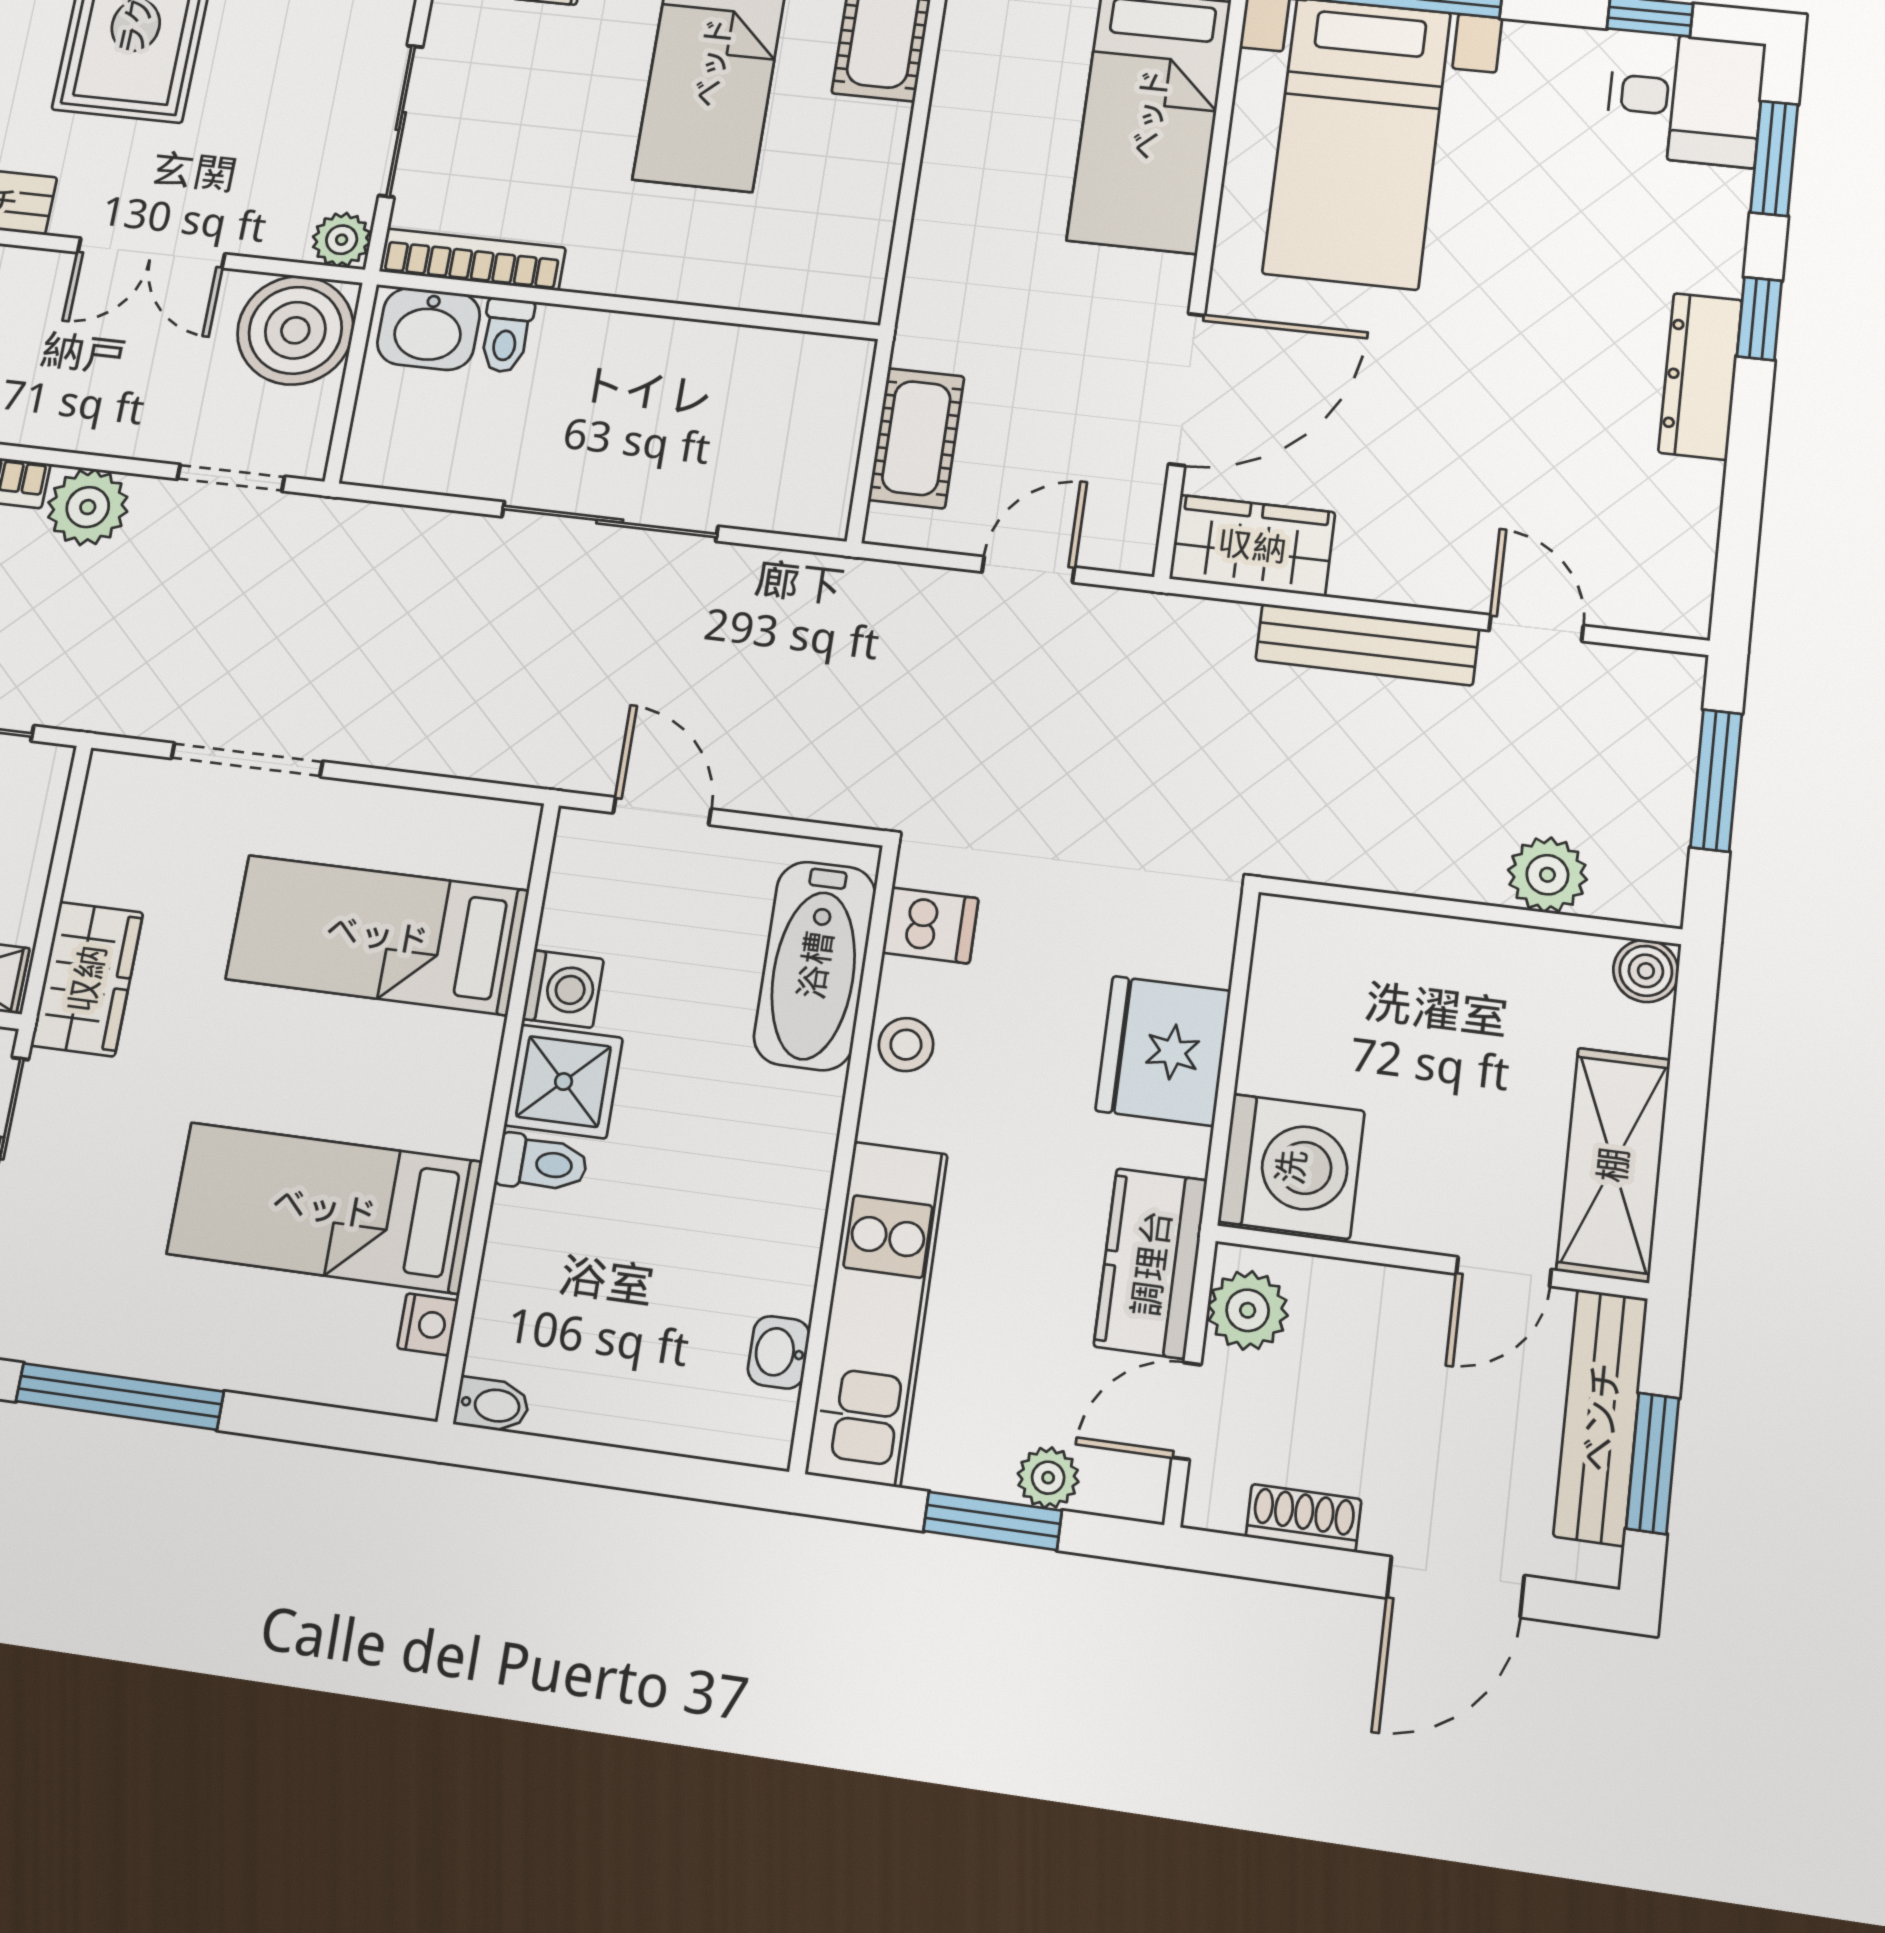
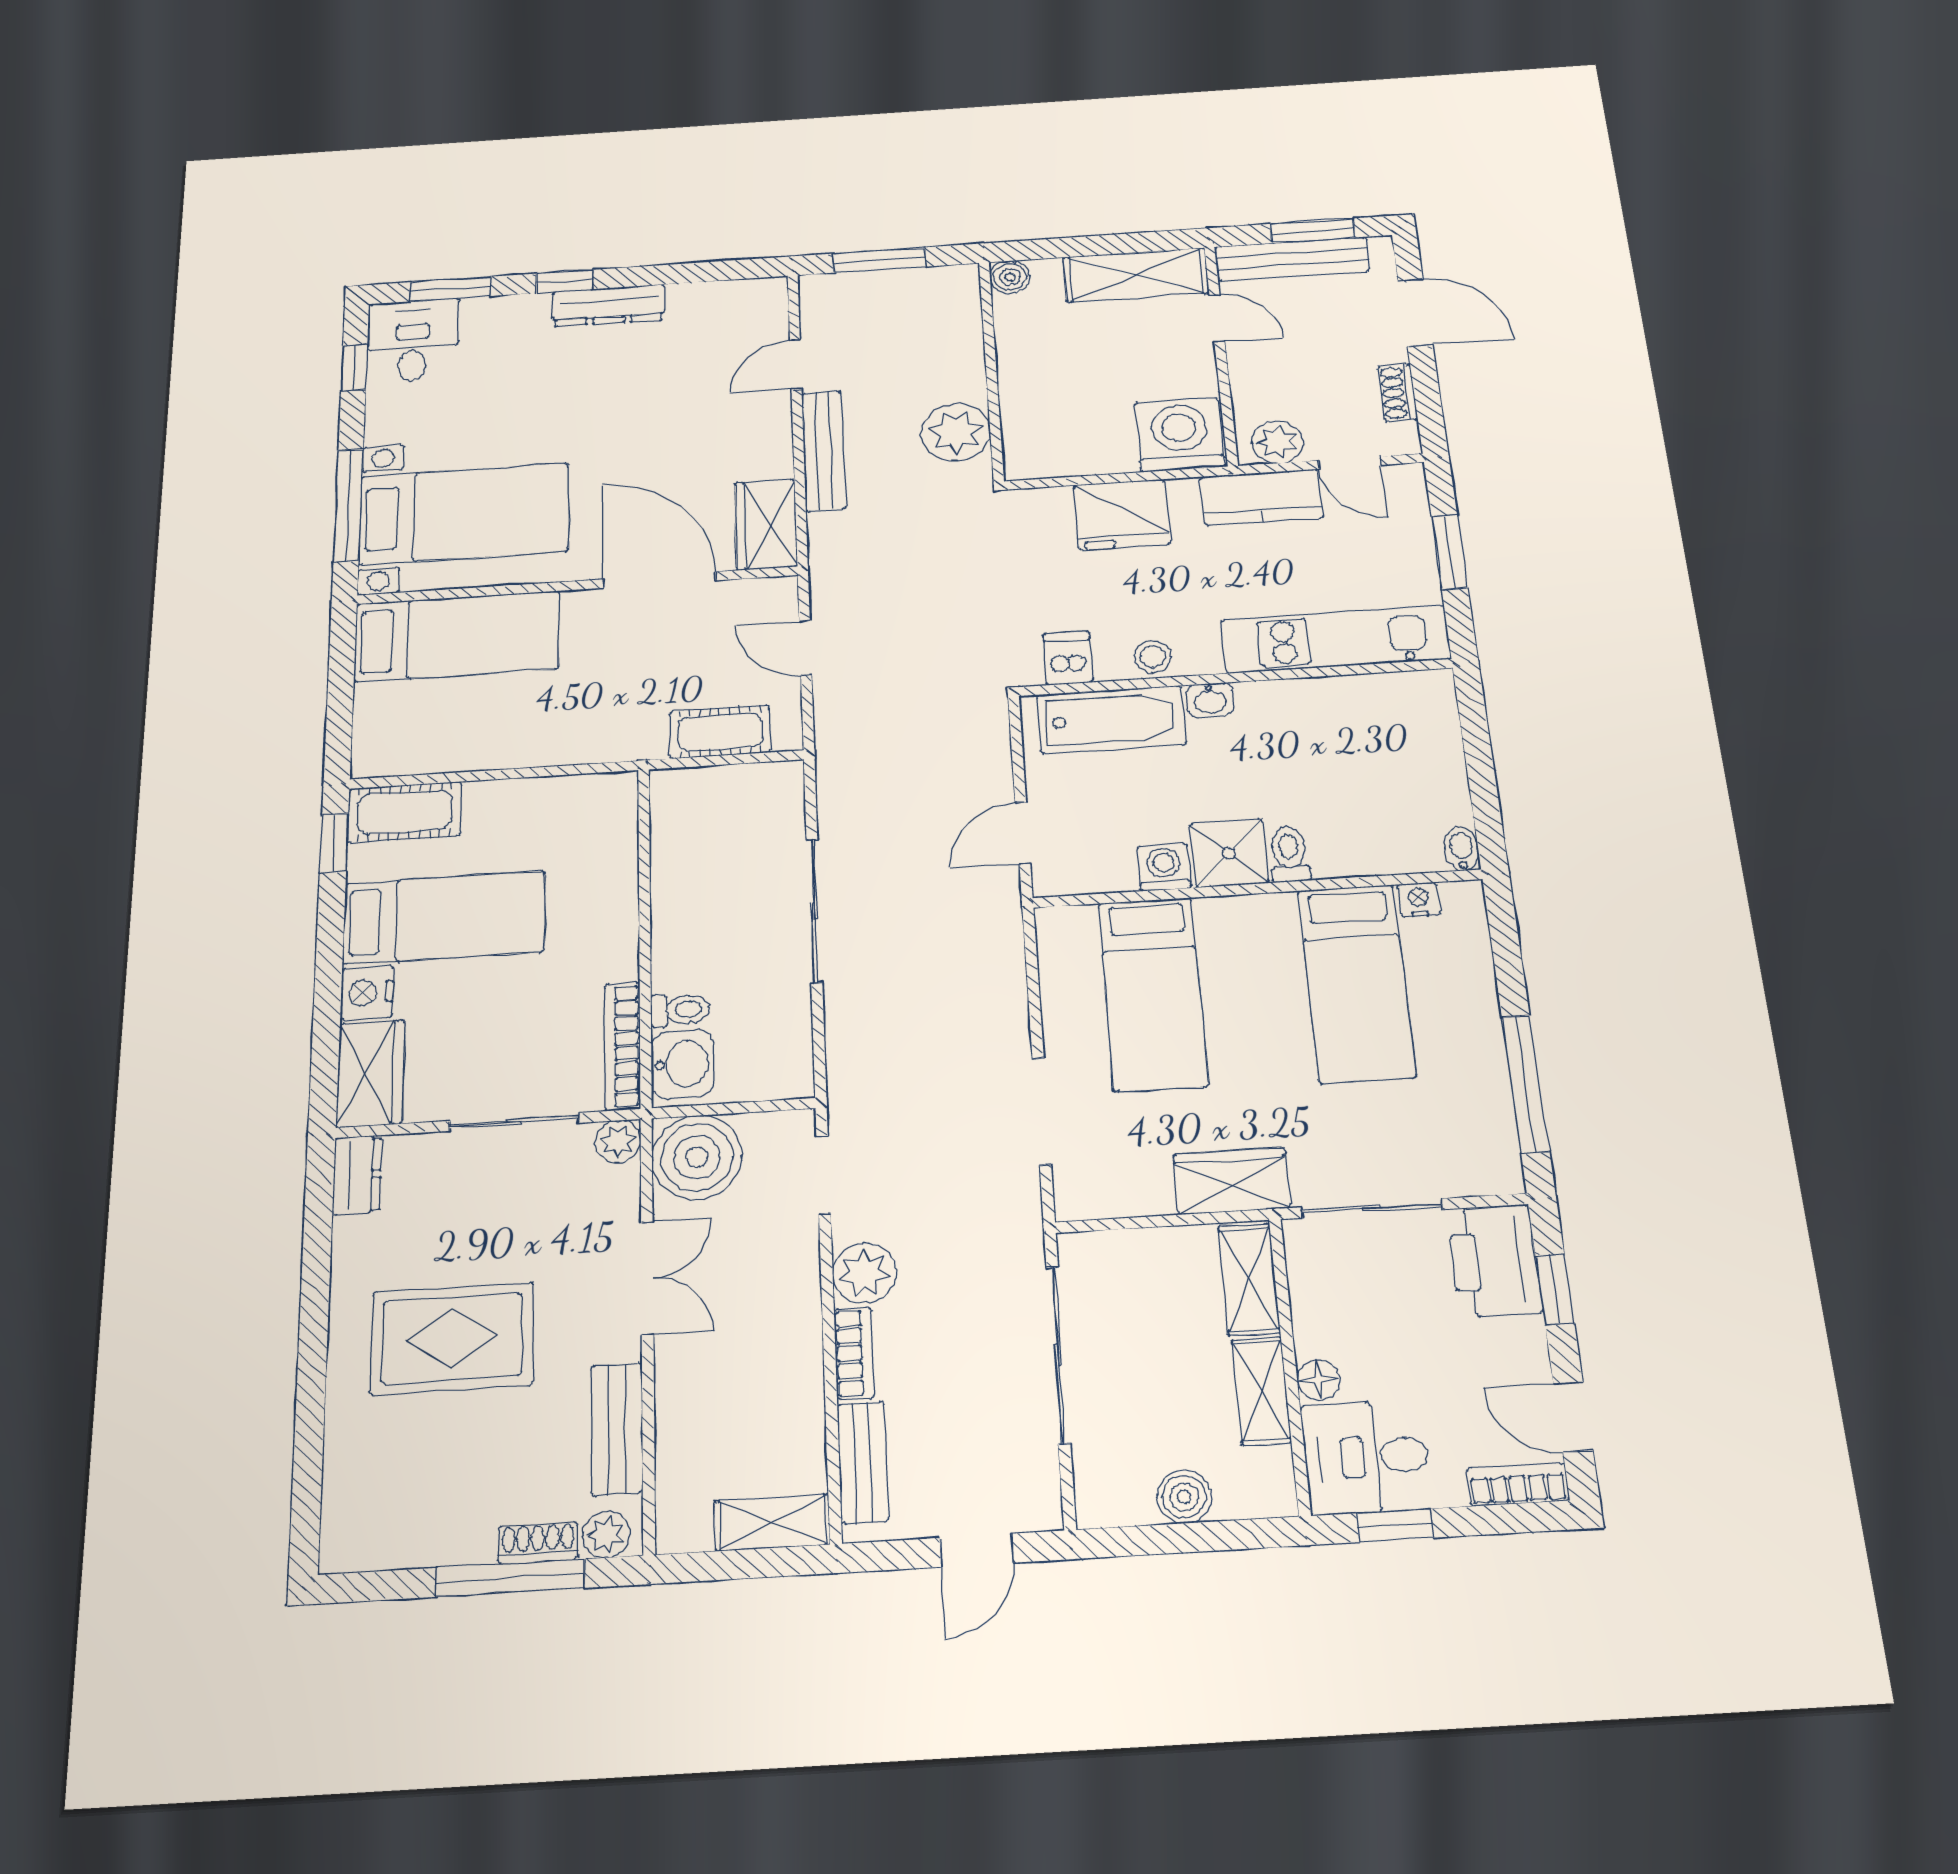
plant: (1547, 875) -> (956, 432), moved, width x1.36, depth x1.36
washbasin: (779, 1352) -> (1210, 700), moved
plant: (1048, 1478) -> (1413, 527), removed

